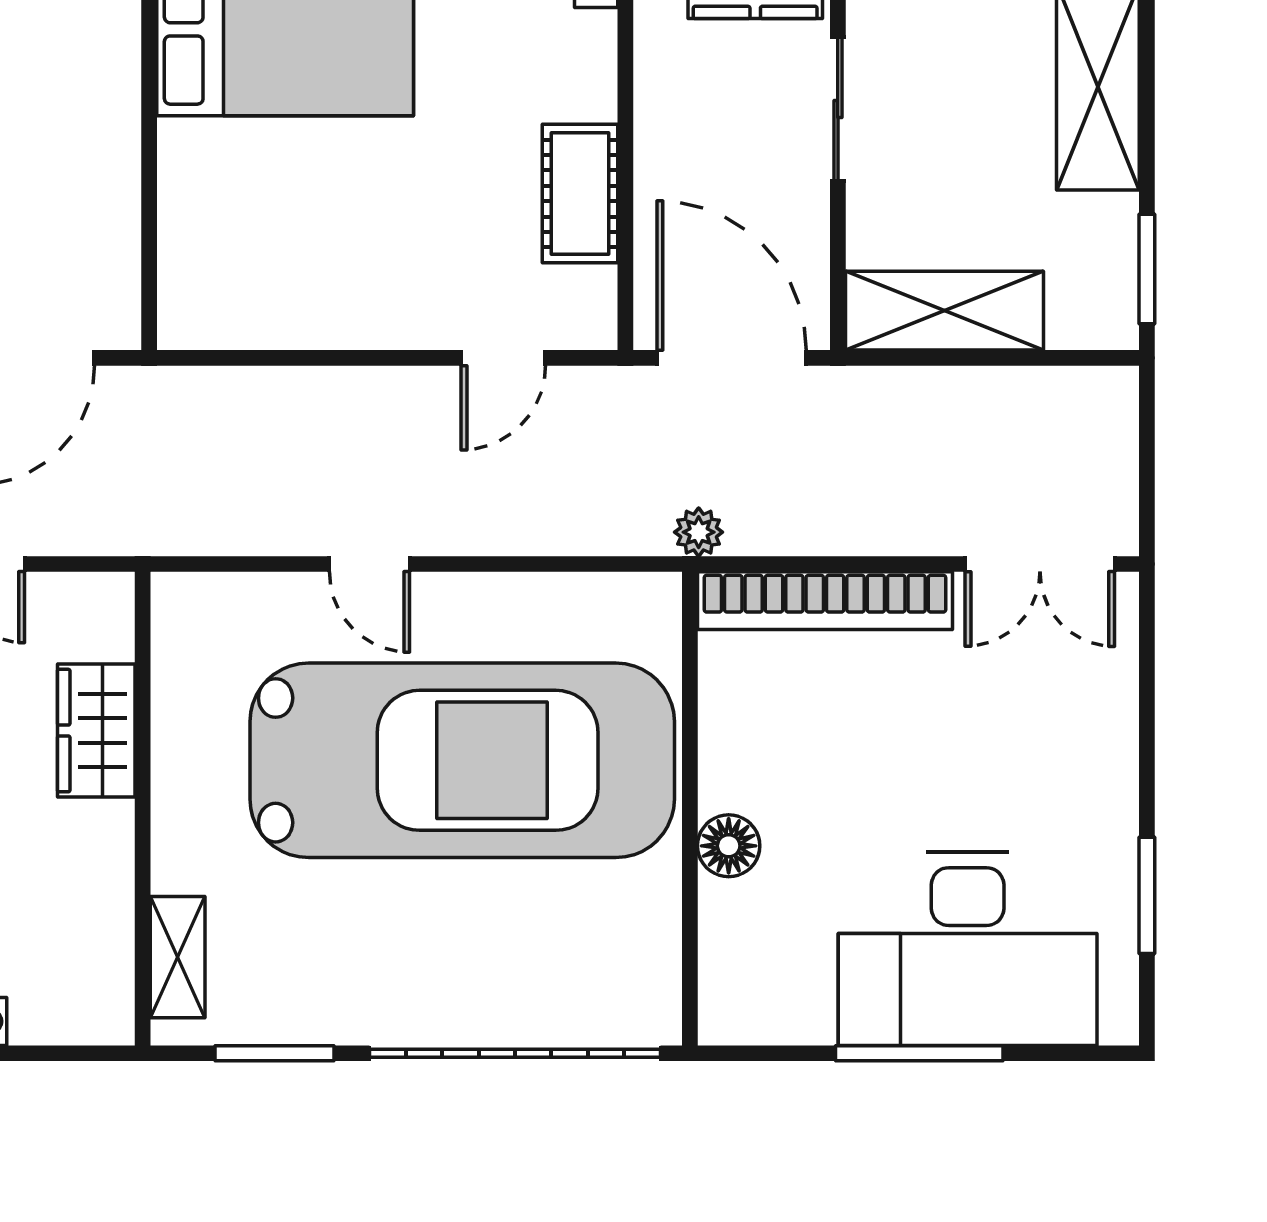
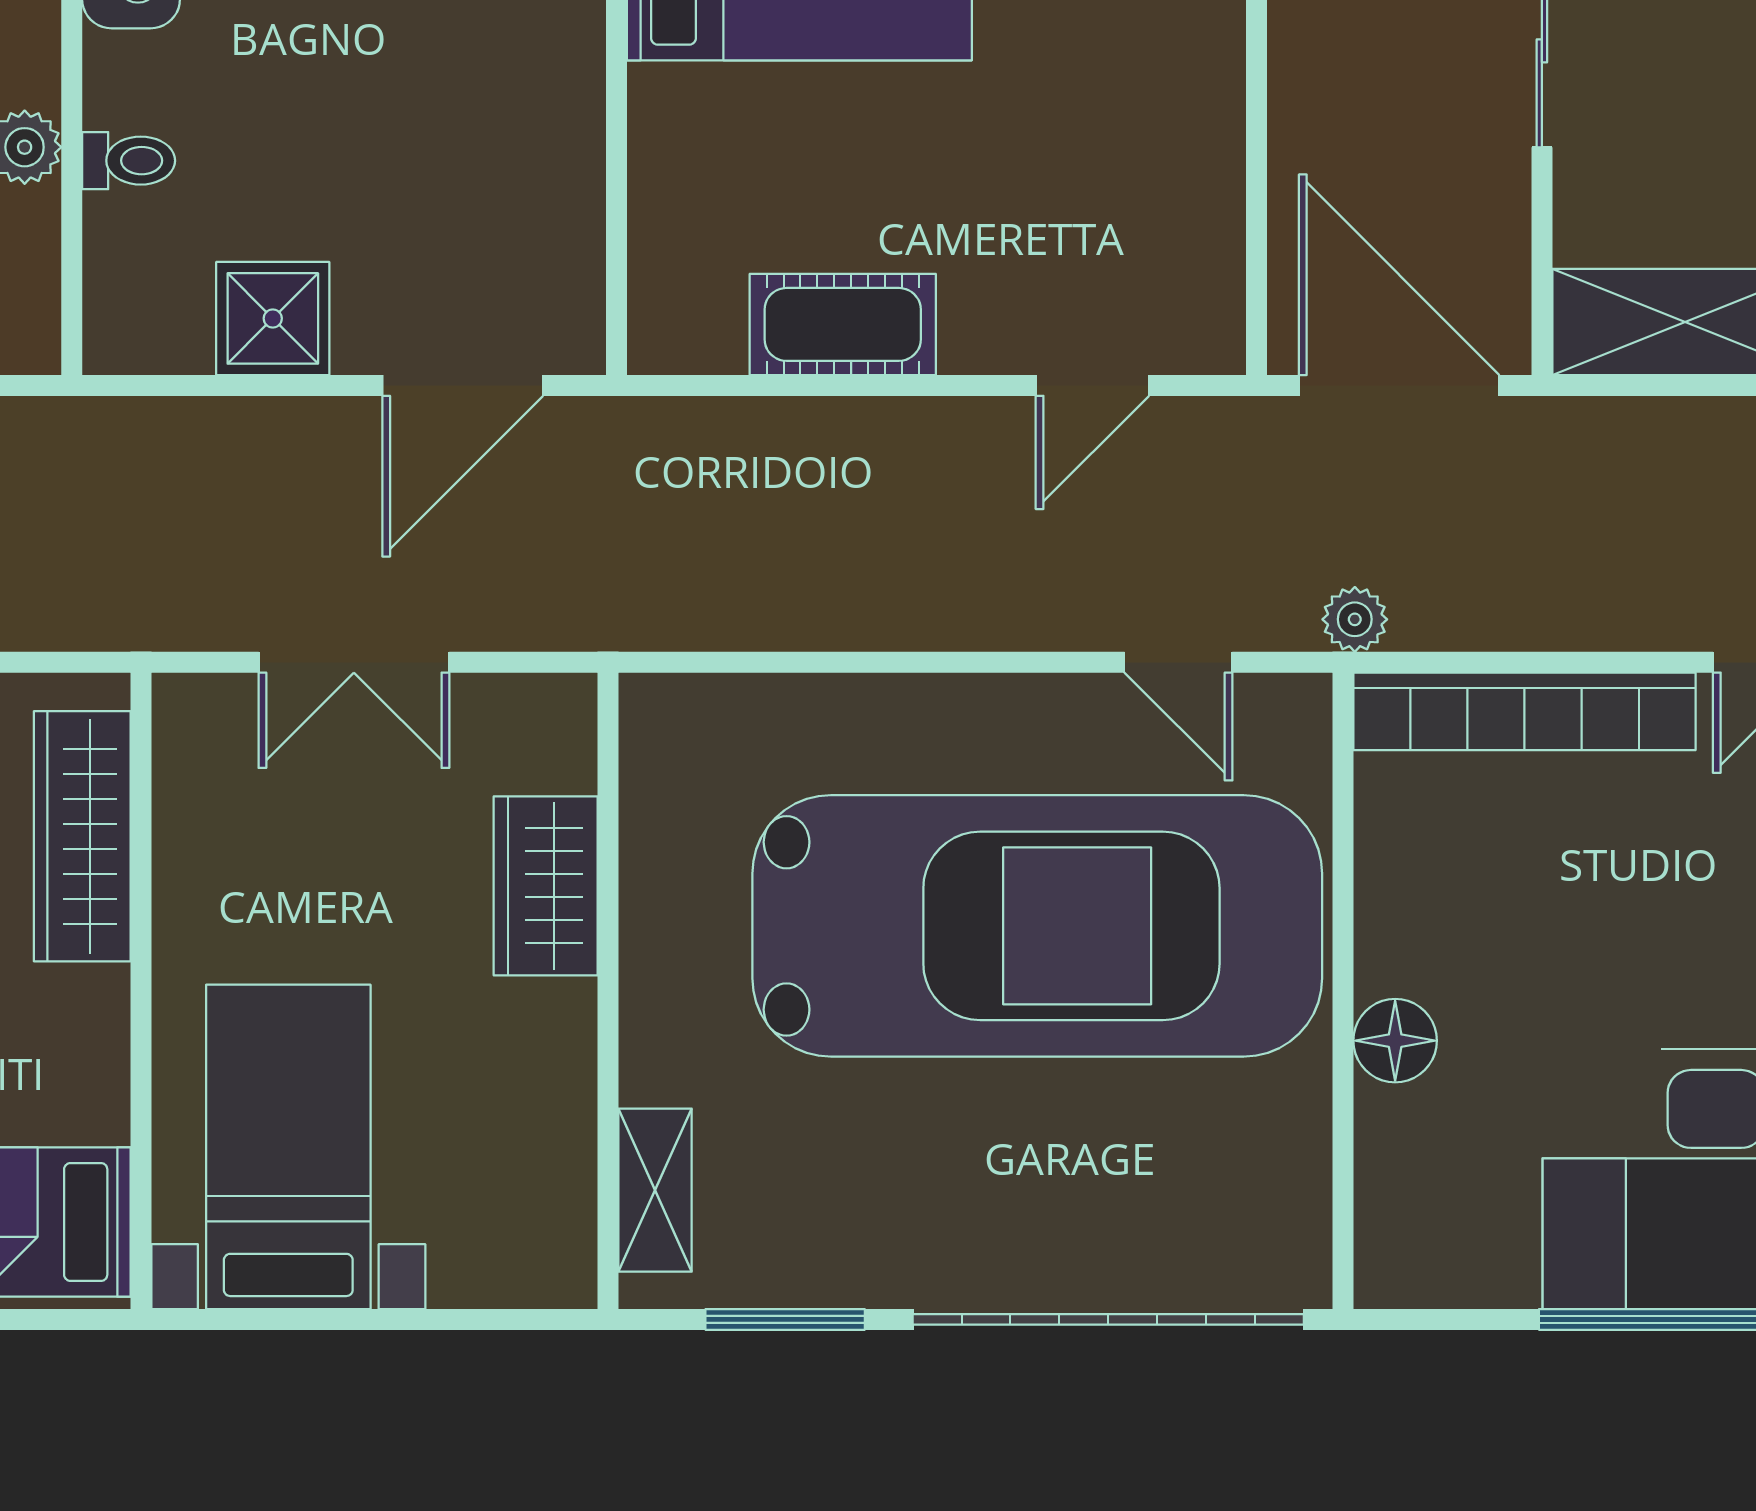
cot: (580, 194) -> (843, 324), moved, turned 90
door: (369, 564) -> (1178, 662), moved

